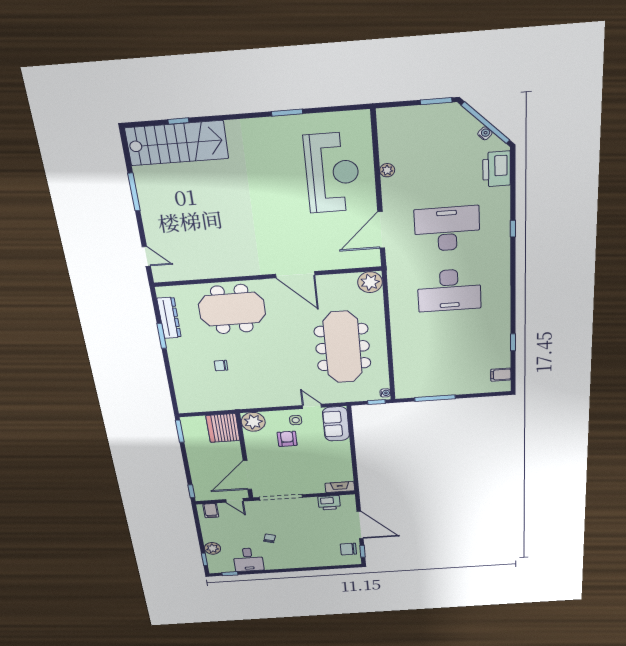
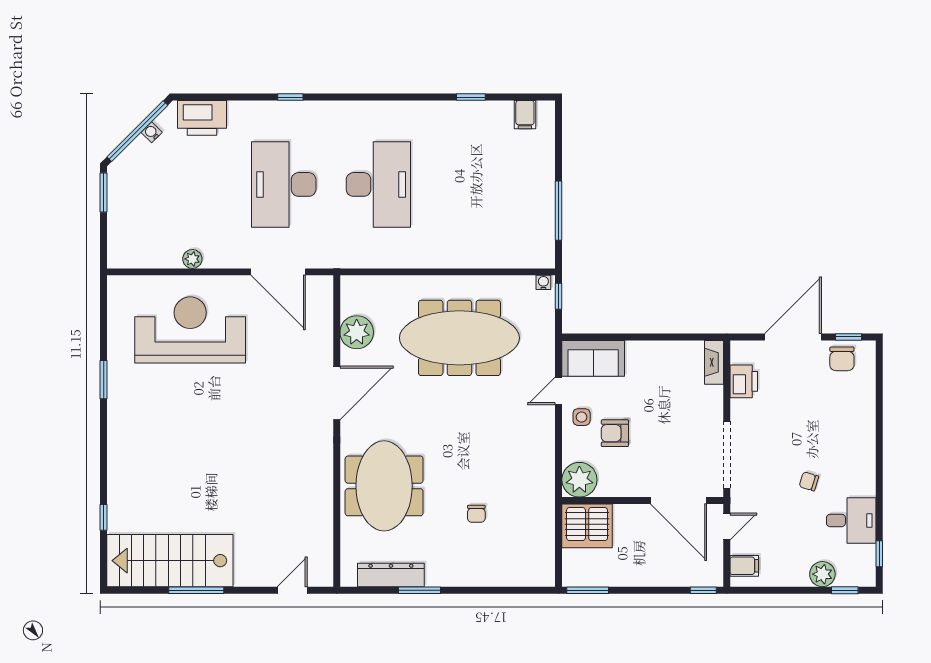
stairs: (177, 143) -> (170, 561), moved, turned -90
plant: (370, 282) -> (357, 332), moved

